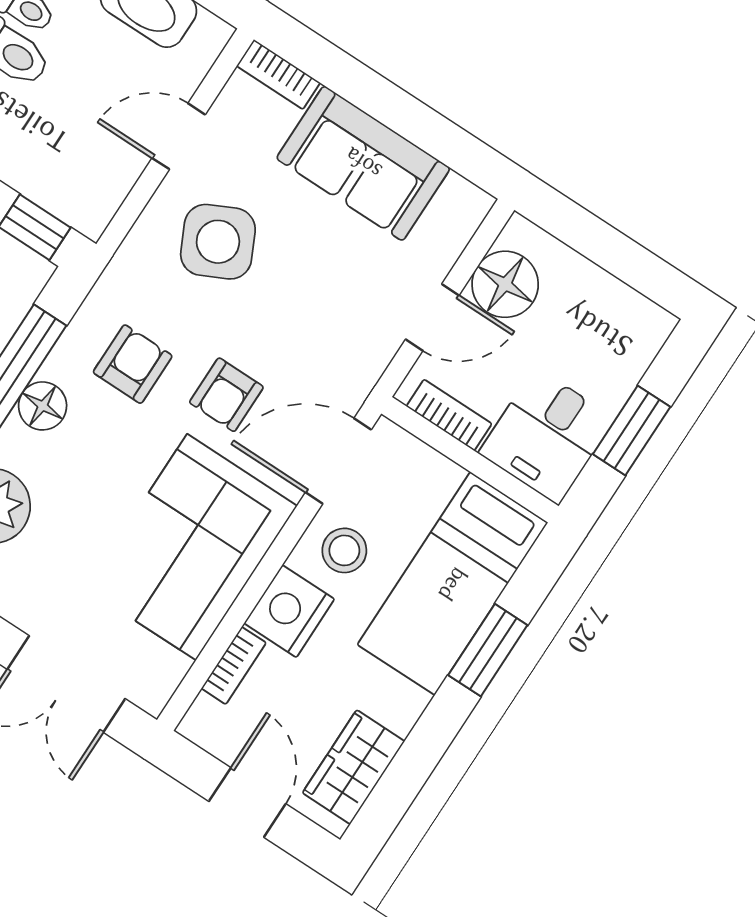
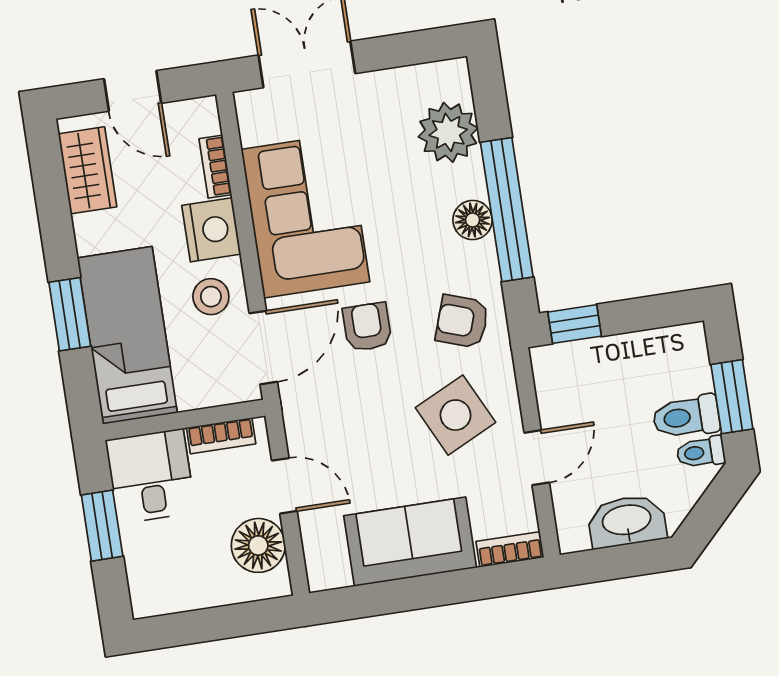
door: (432, 317) -> (284, 486), swing flipped
armchair: (133, 364) -> (462, 321), moved, turned 109

